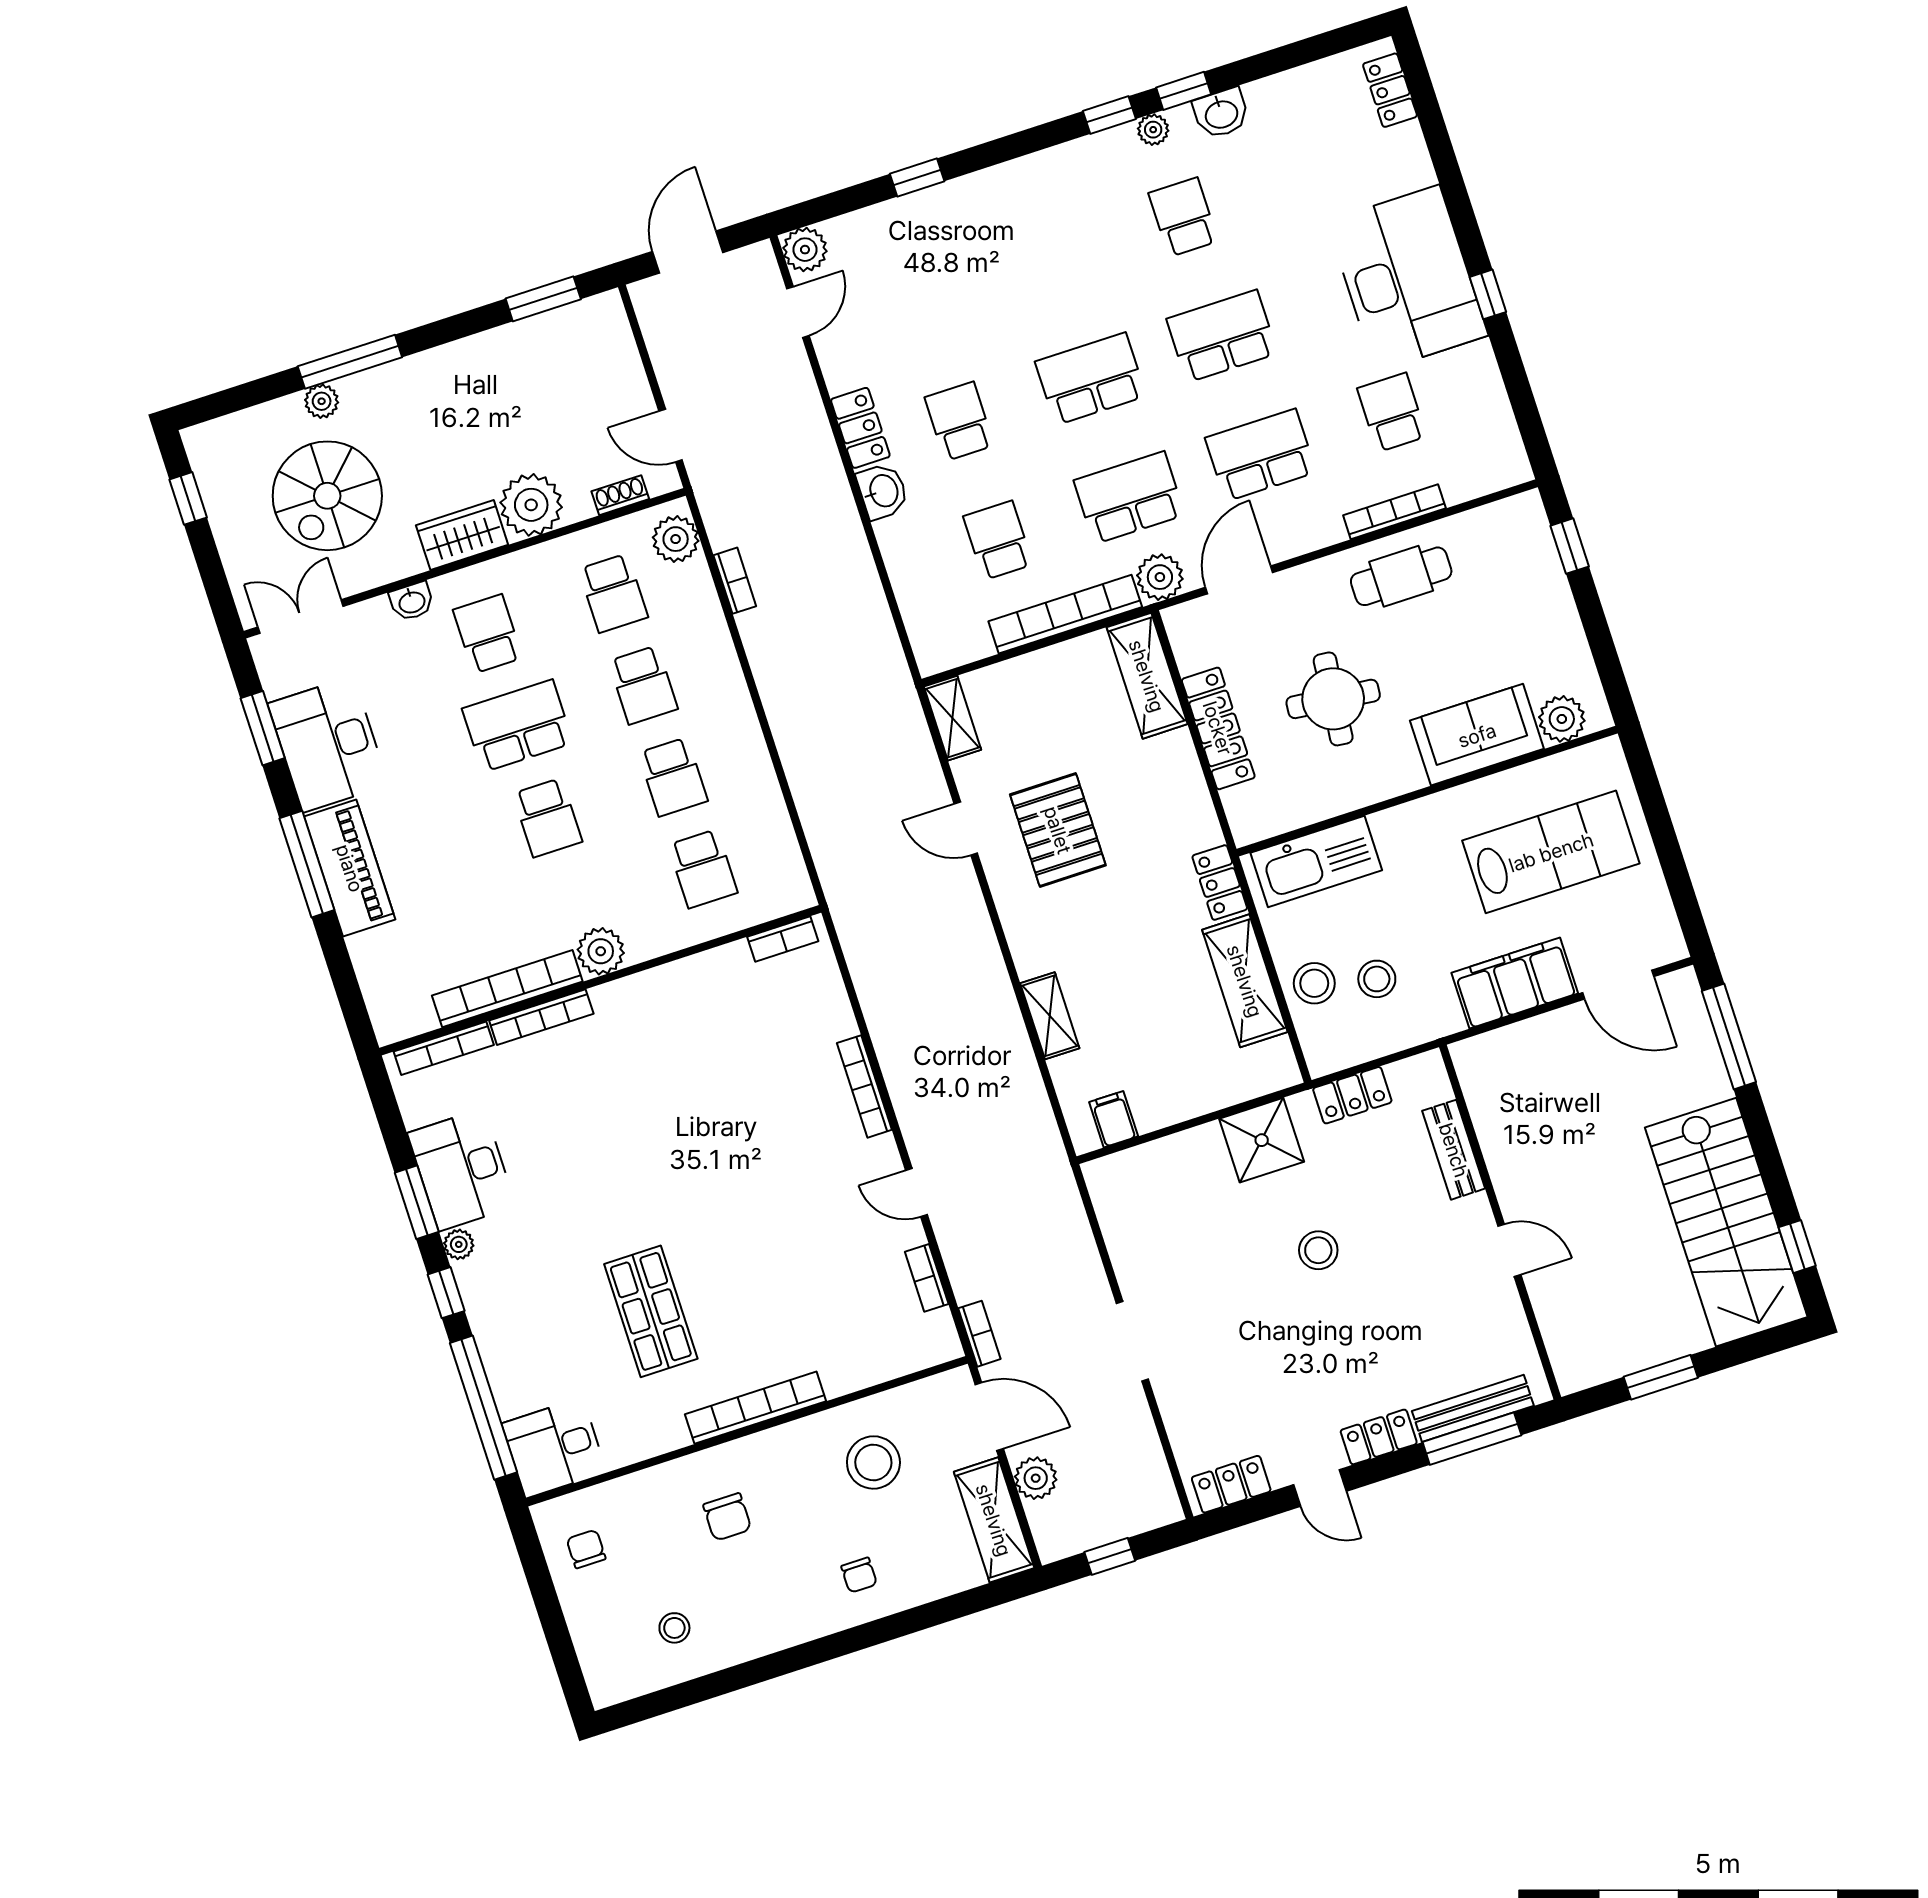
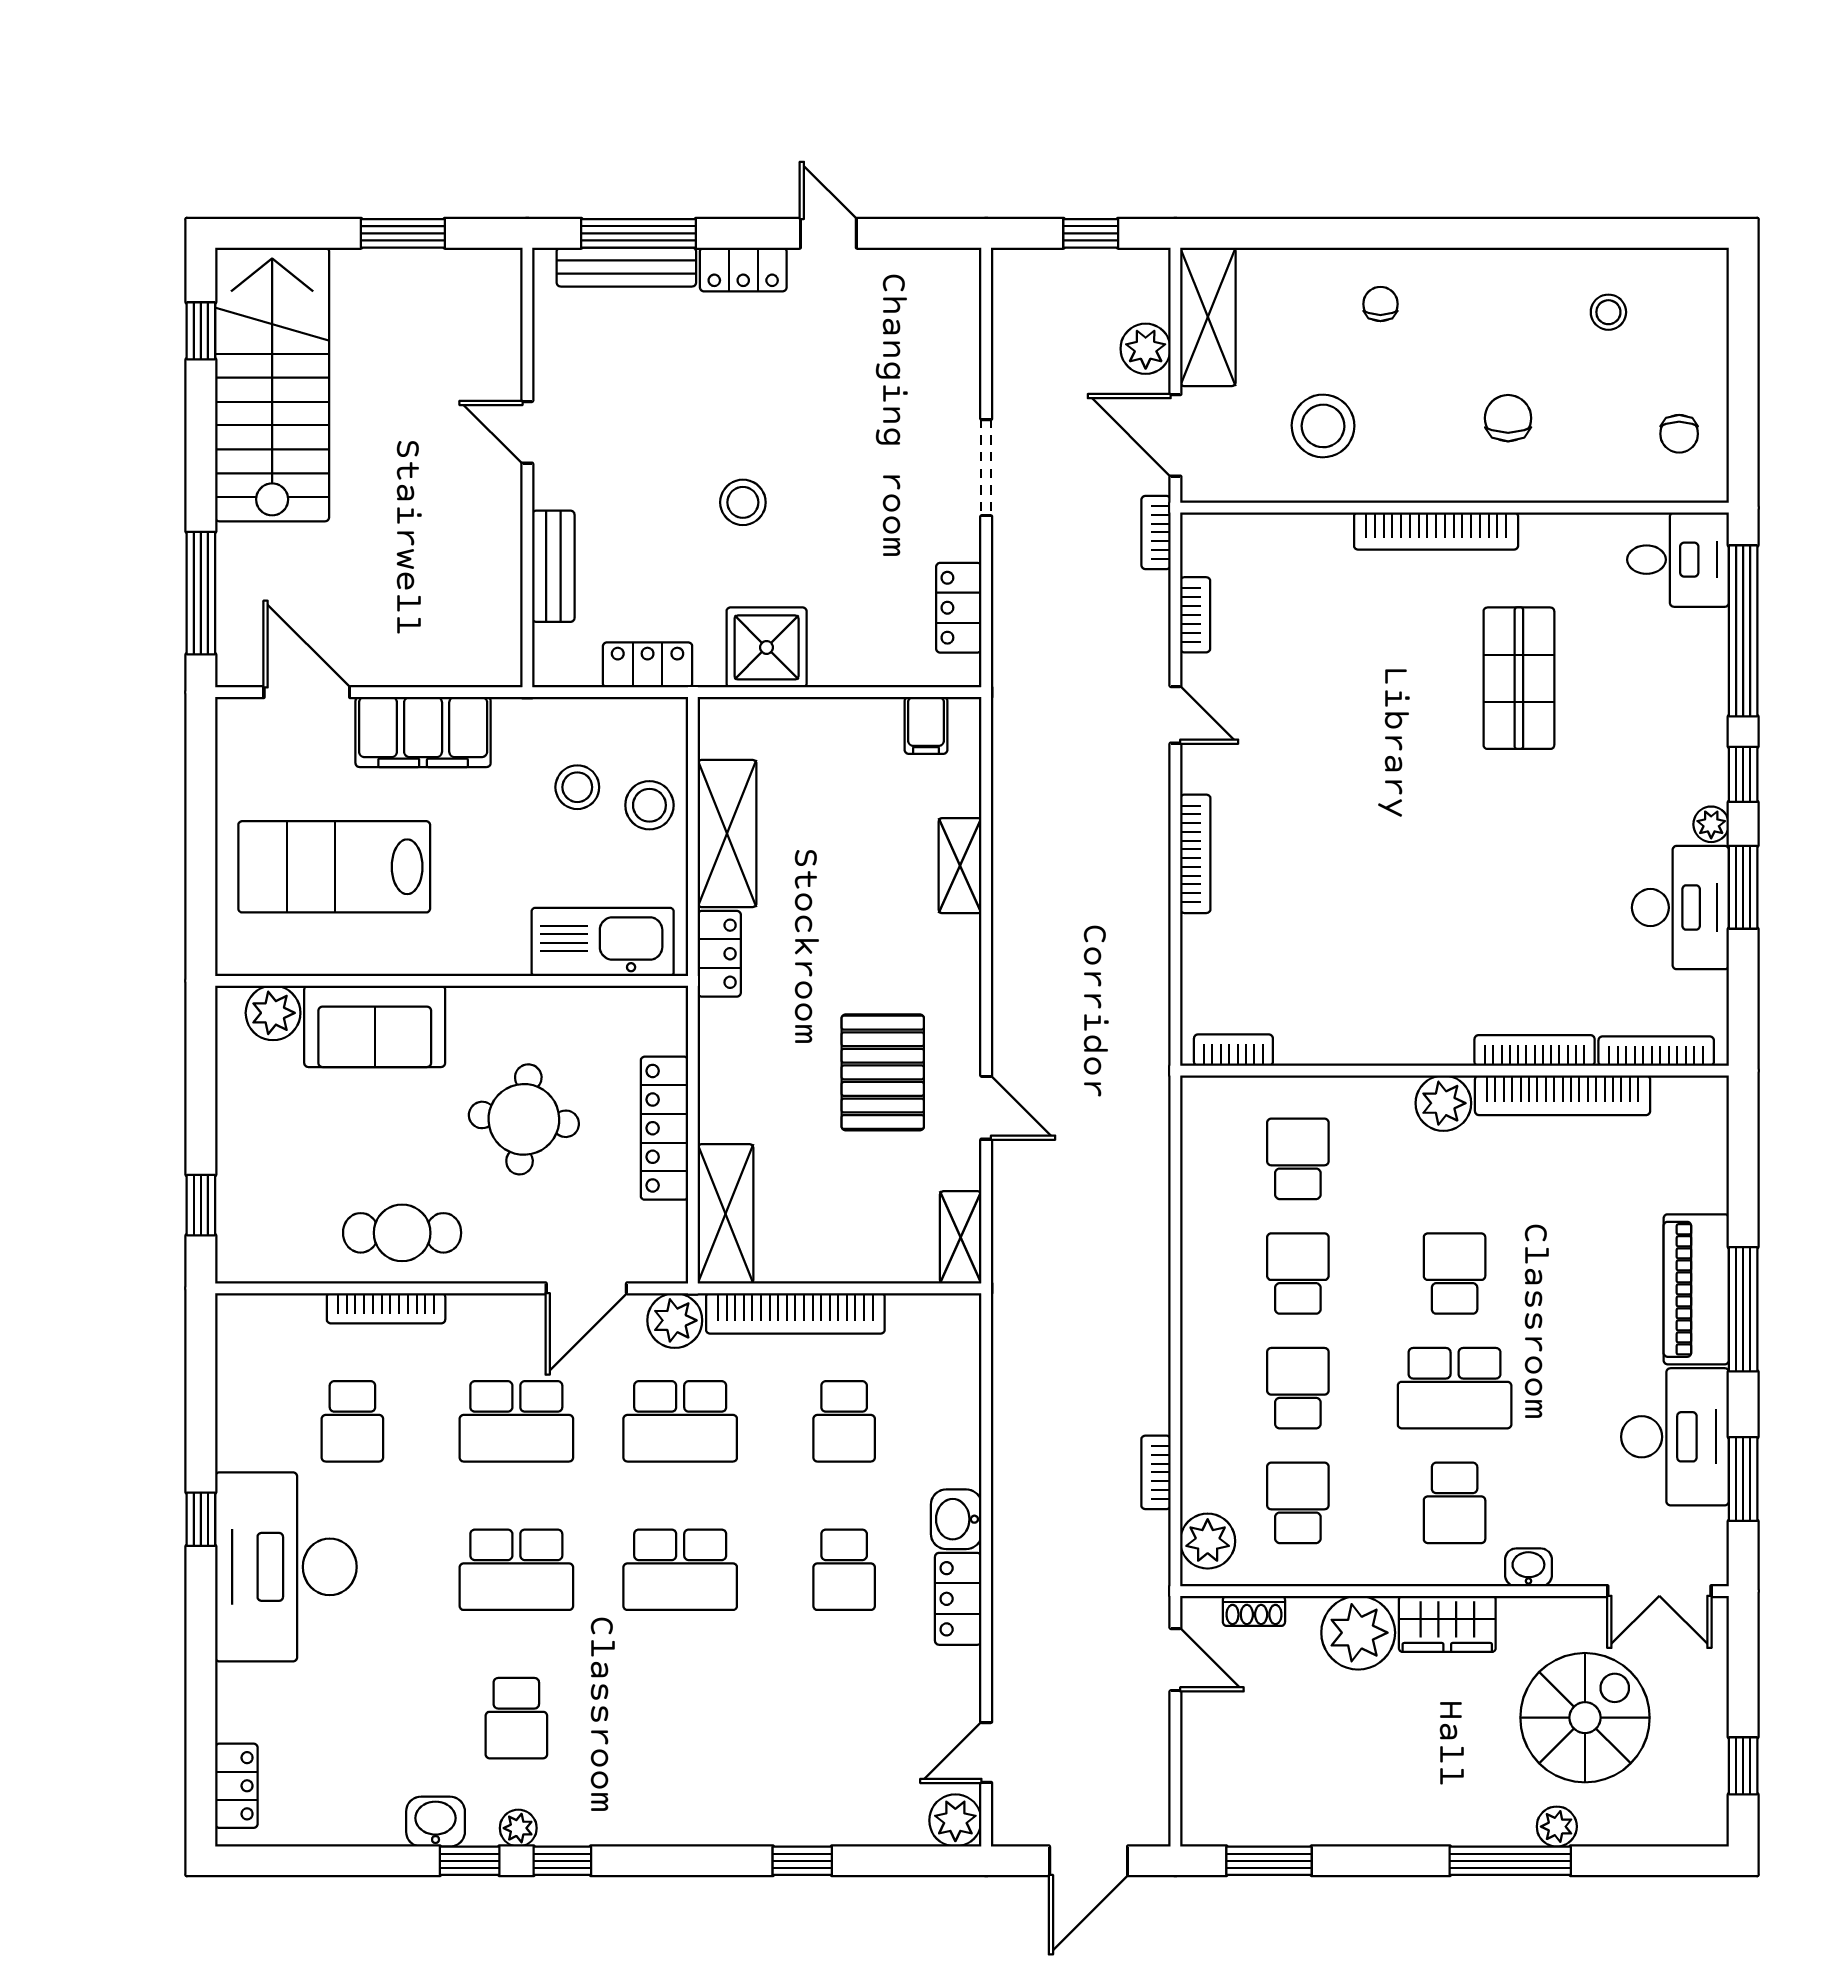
locker: (1231, 1484) -> (959, 608), moved, turned 90

